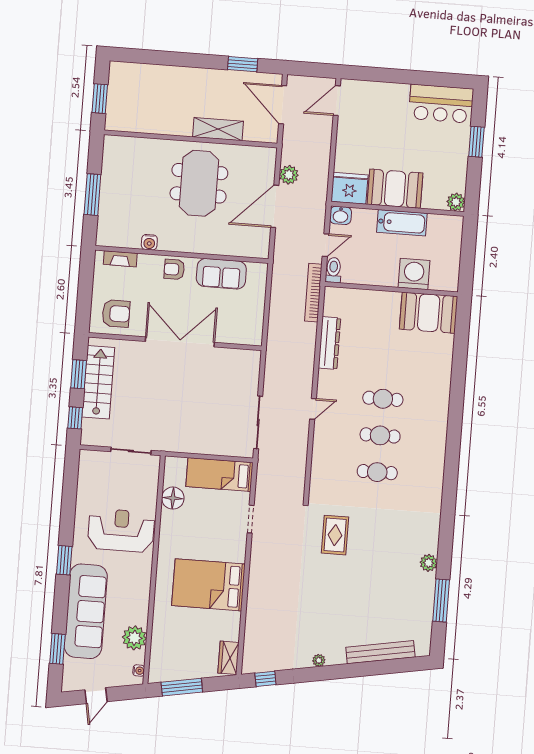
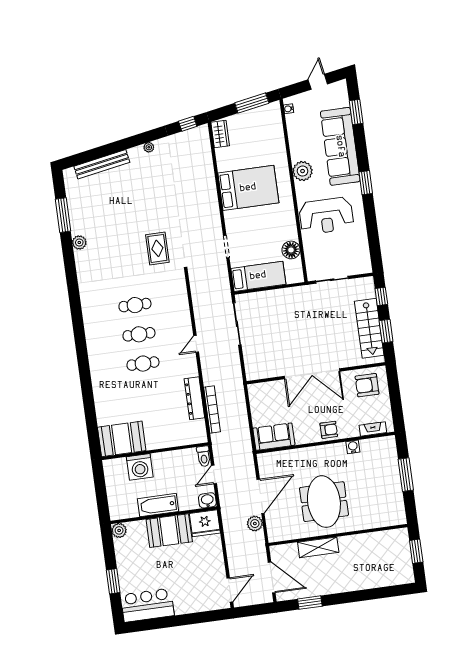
sofa: (221, 274) -> (274, 437), moved
bookcase: (313, 293) -> (212, 409), moved
plant: (134, 638) -> (303, 171), moved

